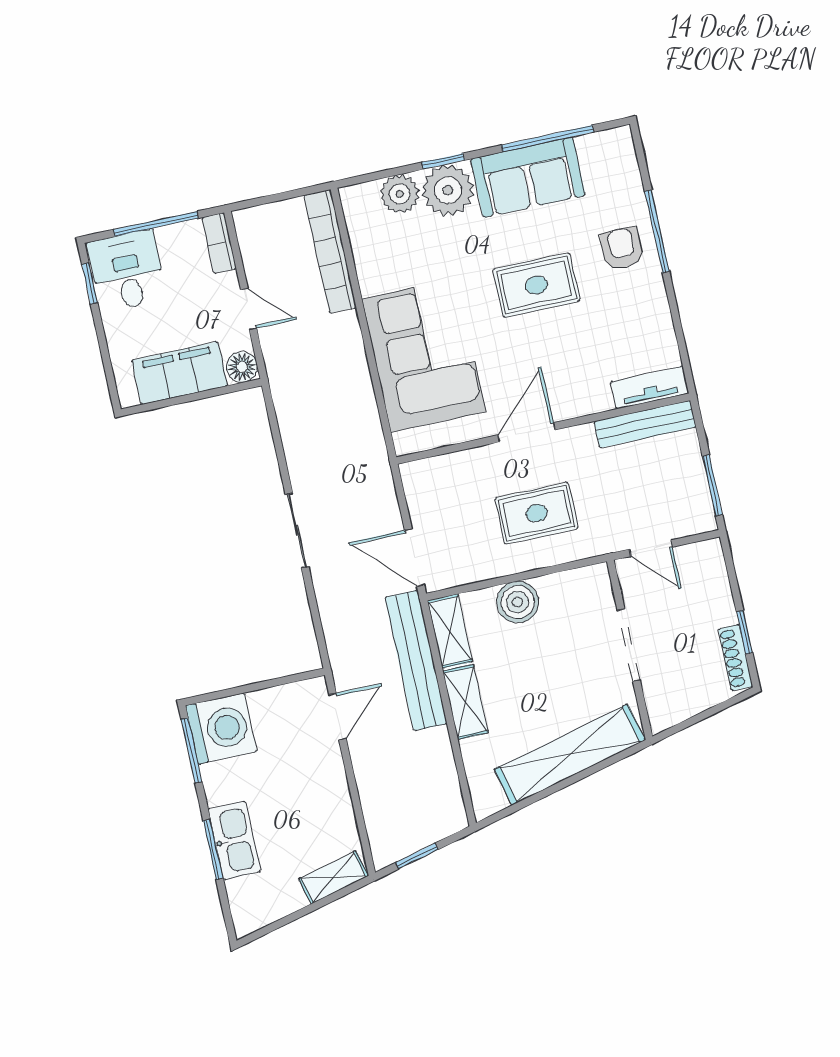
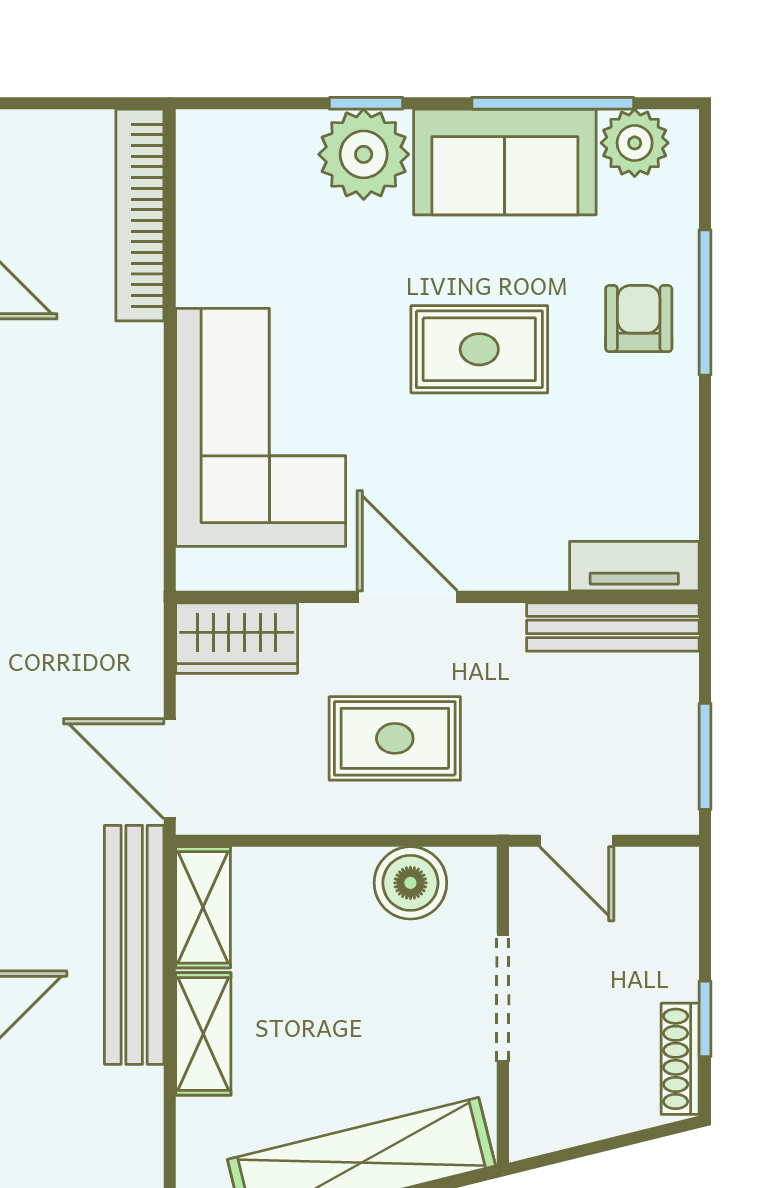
plant: (400, 194) -> (635, 143), moved
door: (526, 432) -> (407, 597), hinge flipped
wardrobe: (436, 476) -> (237, 638), added
boiler: (518, 602) -> (410, 883), moved

